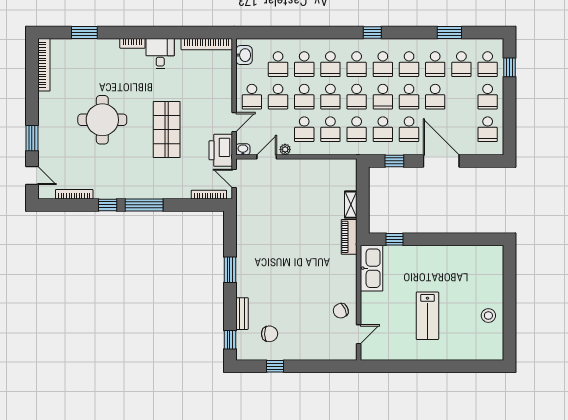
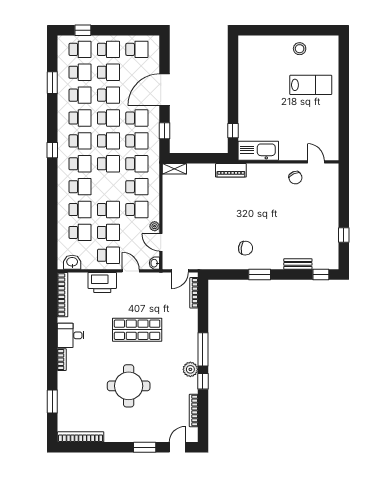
school desk: (330, 97) -> (108, 72), moved
printer: (221, 150) -> (102, 282), moved
plant: (121, 190) -> (190, 369), added
shelving: (351, 205) -> (174, 169), moved
lab bench: (427, 316) -> (311, 85), moved
chair: (270, 334) -> (246, 248), moved, turned 98

